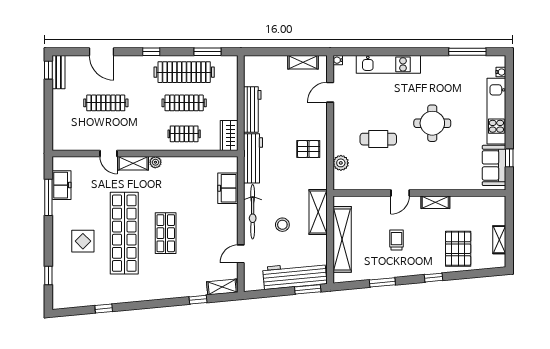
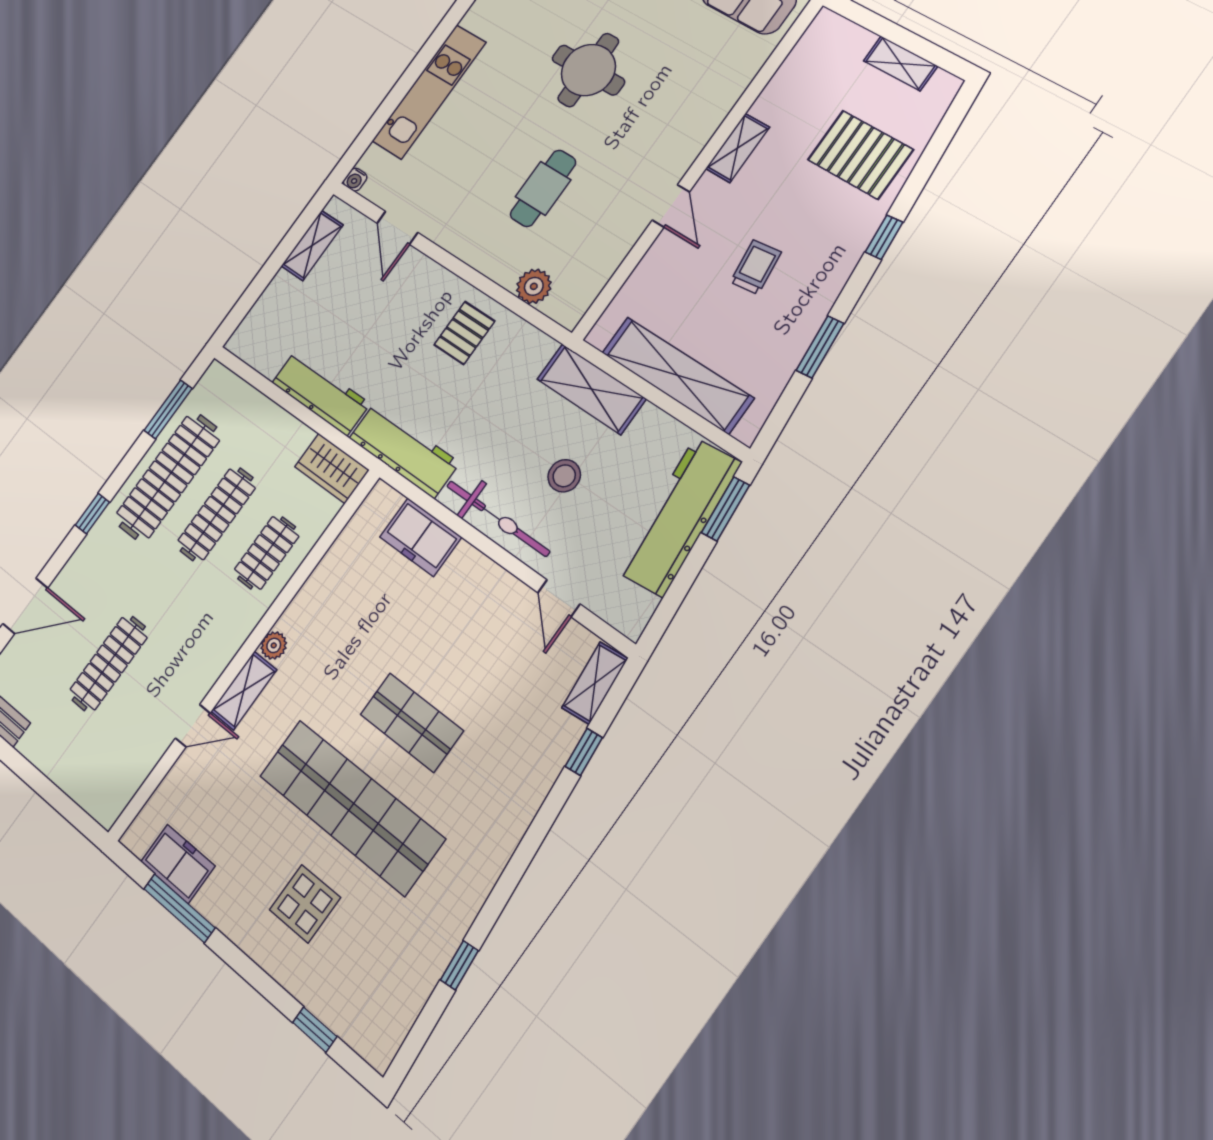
trolley: (396, 240) -> (756, 267), turned 83

